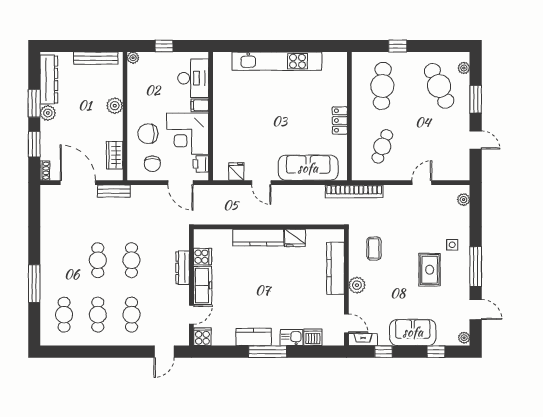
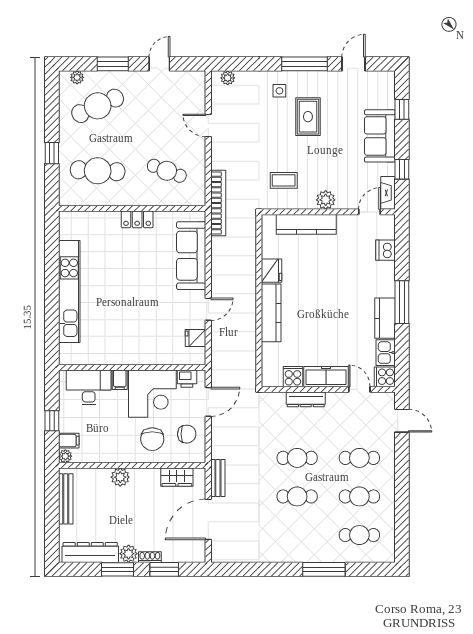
filing cabinet: (147, 61) -> (69, 441), added
shoe rack: (45, 171) -> (150, 557), moved
rug: (430, 270) -> (308, 117), turned 90
kitchen sink: (291, 338) -> (386, 353), moved
plant: (464, 338) -> (386, 77), removed

